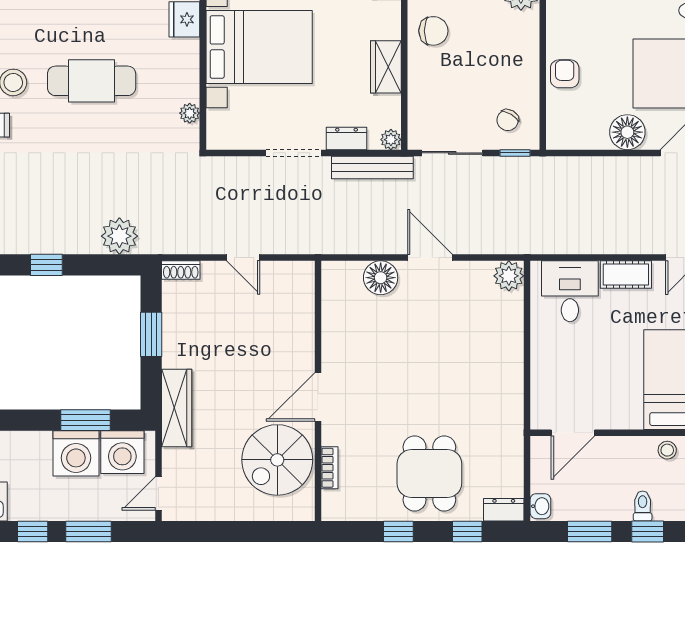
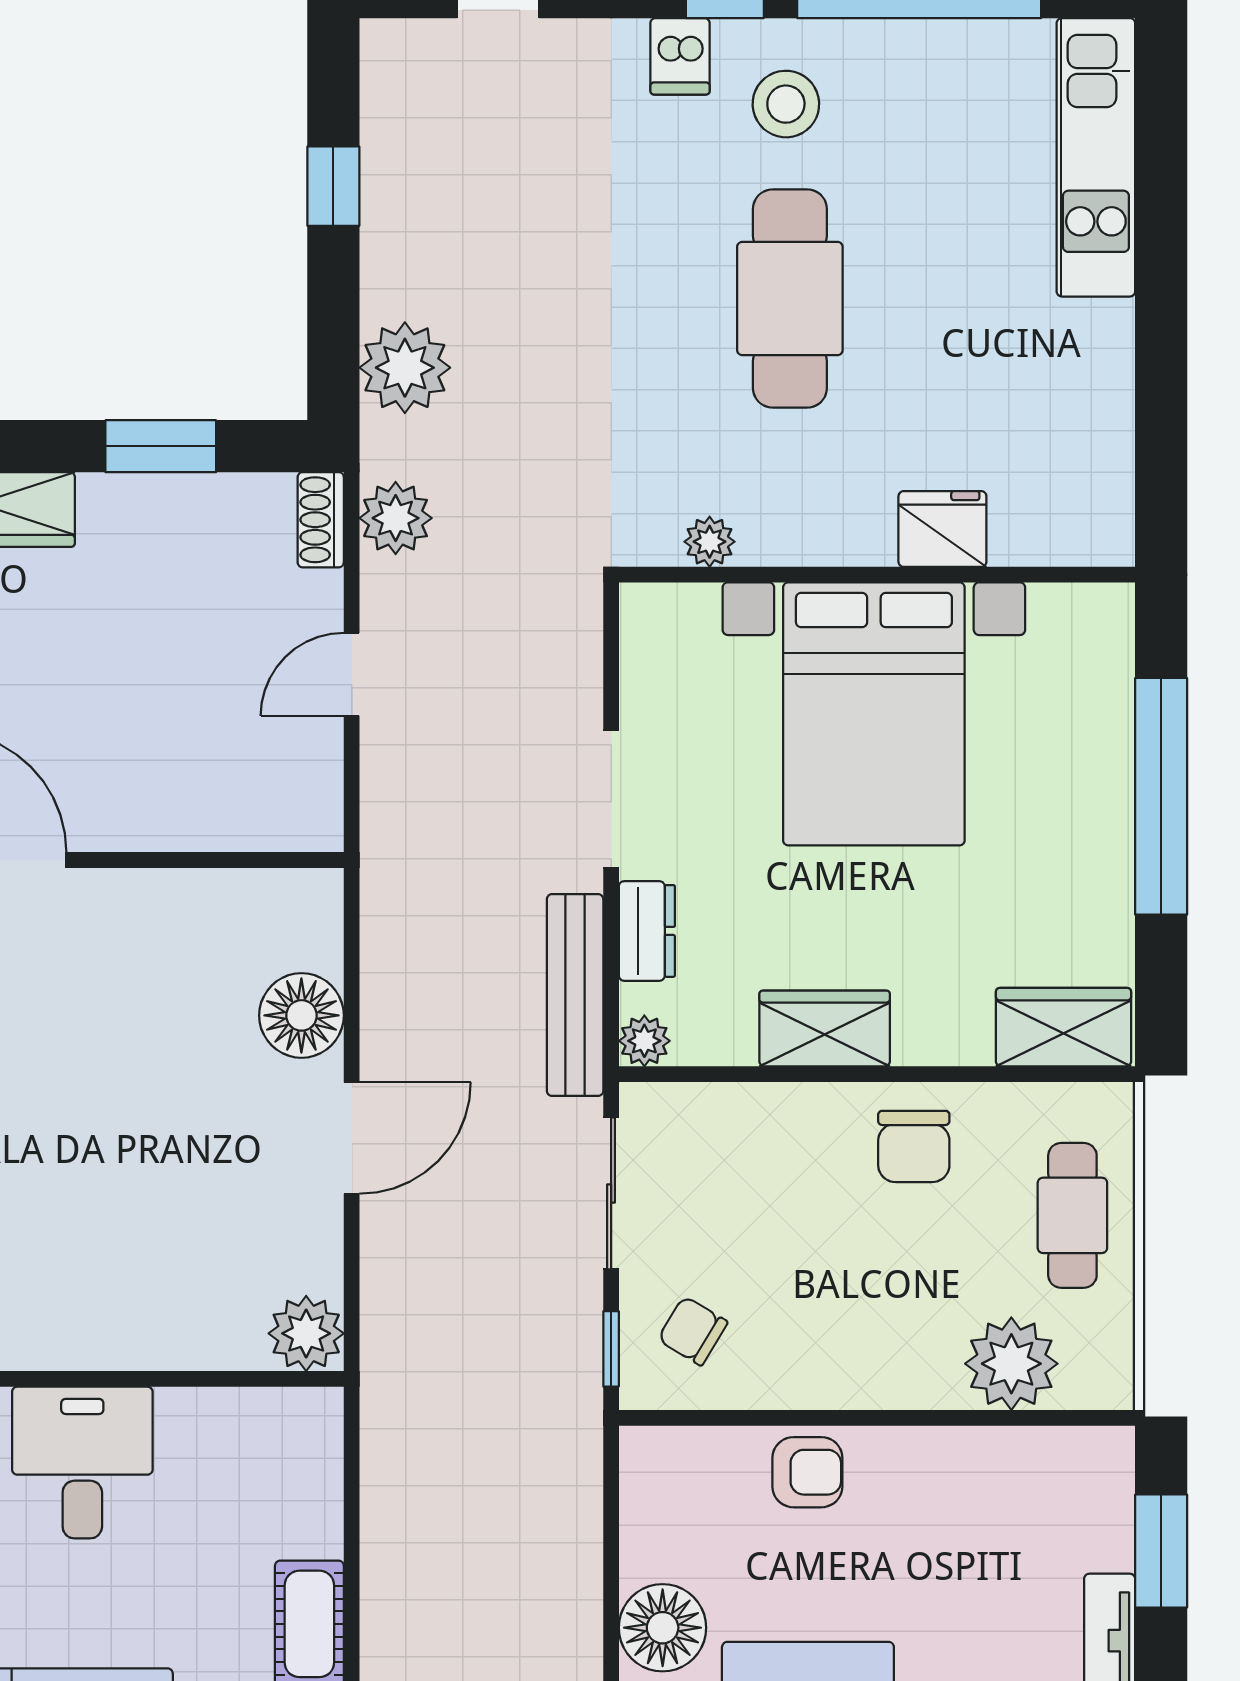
plant: (180, 240) -> (396, 518), added
desk: (570, 291) -> (82, 1463), moved, turned -90

